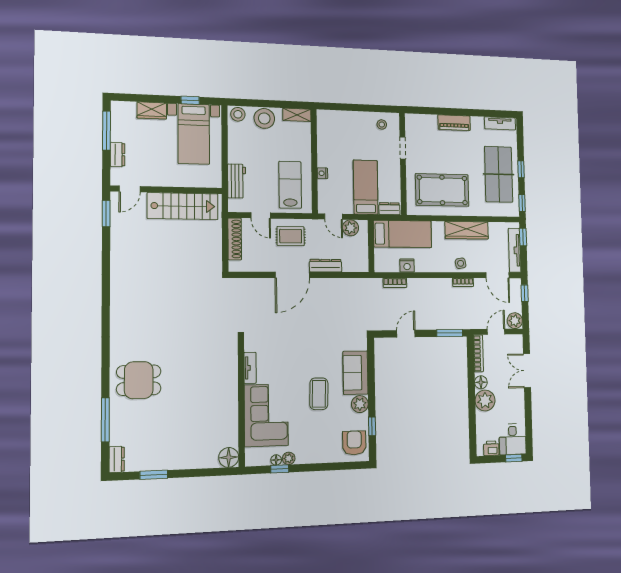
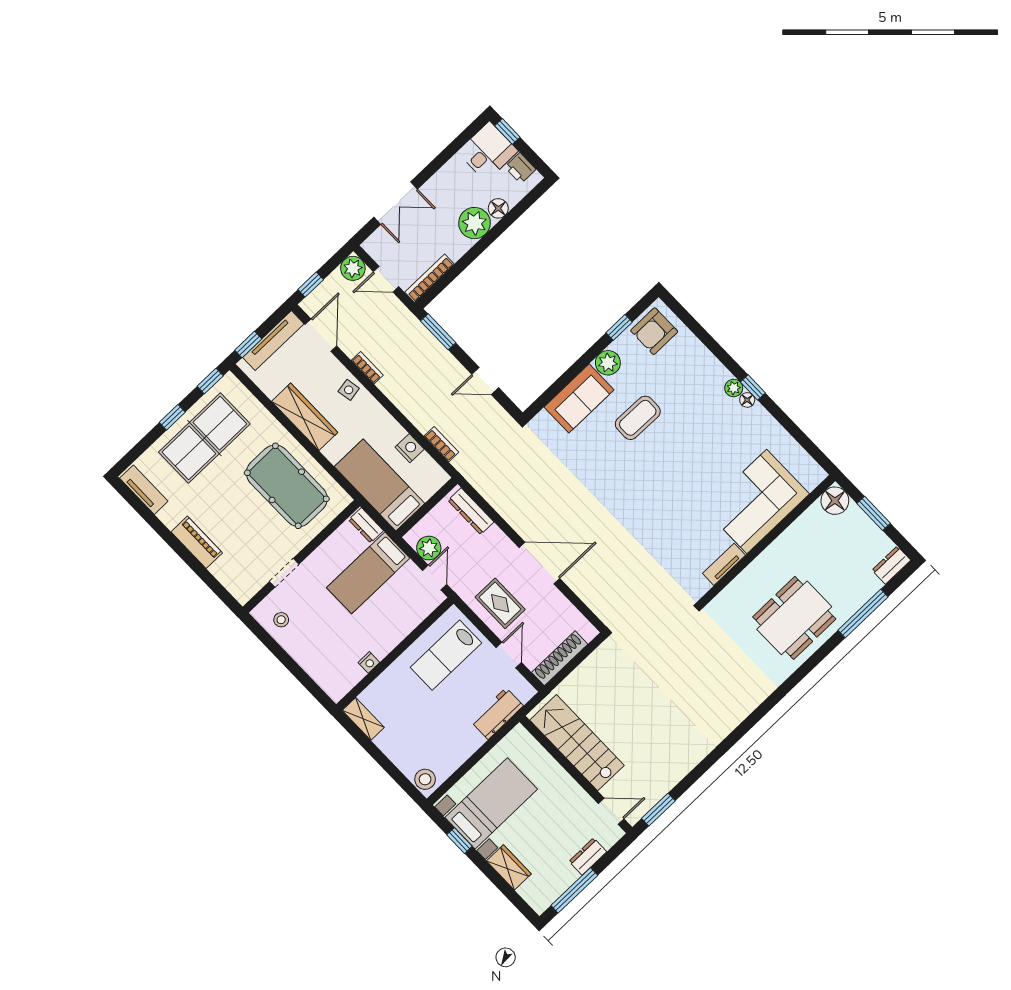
stool: (264, 118) -> (402, 749), removed
nightstand: (322, 173) -> (369, 662), moved
dresser: (326, 266) -> (471, 511), moved
tv unit: (250, 368) -> (724, 564), moved
dining table: (139, 380) -> (794, 618), width x1.38
floor lamp: (481, 382) -> (498, 208), moved
wall: (241, 402) -> (767, 540), moved
corner sofa: (266, 415) -> (757, 501), moved
floor lamp: (229, 457) -> (835, 501), moved

